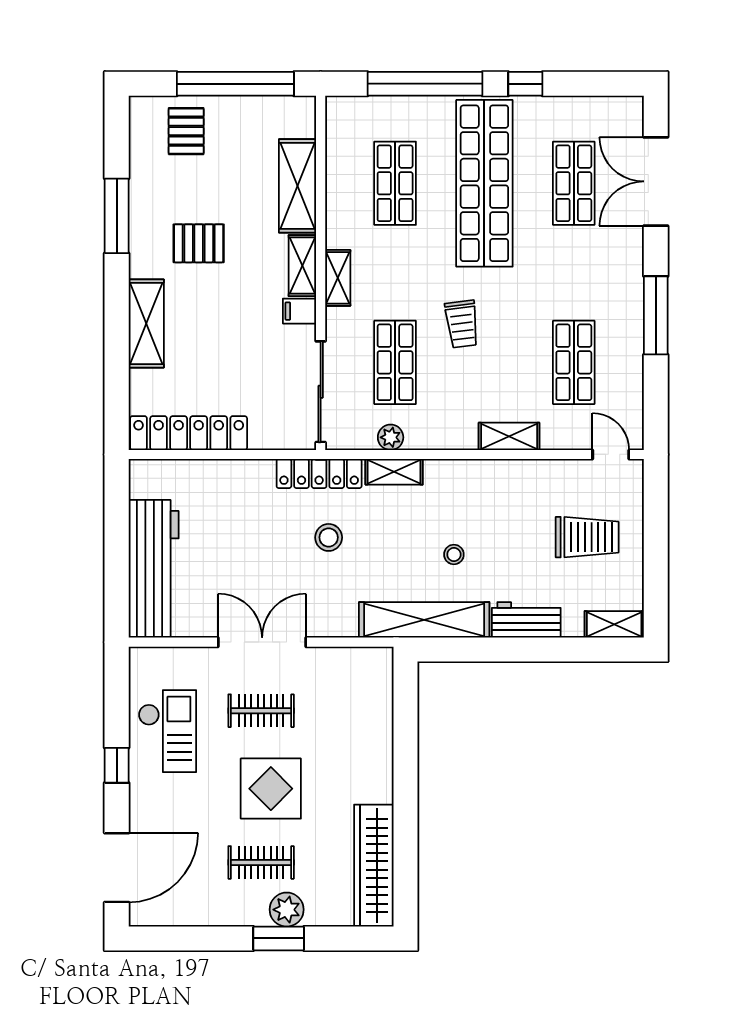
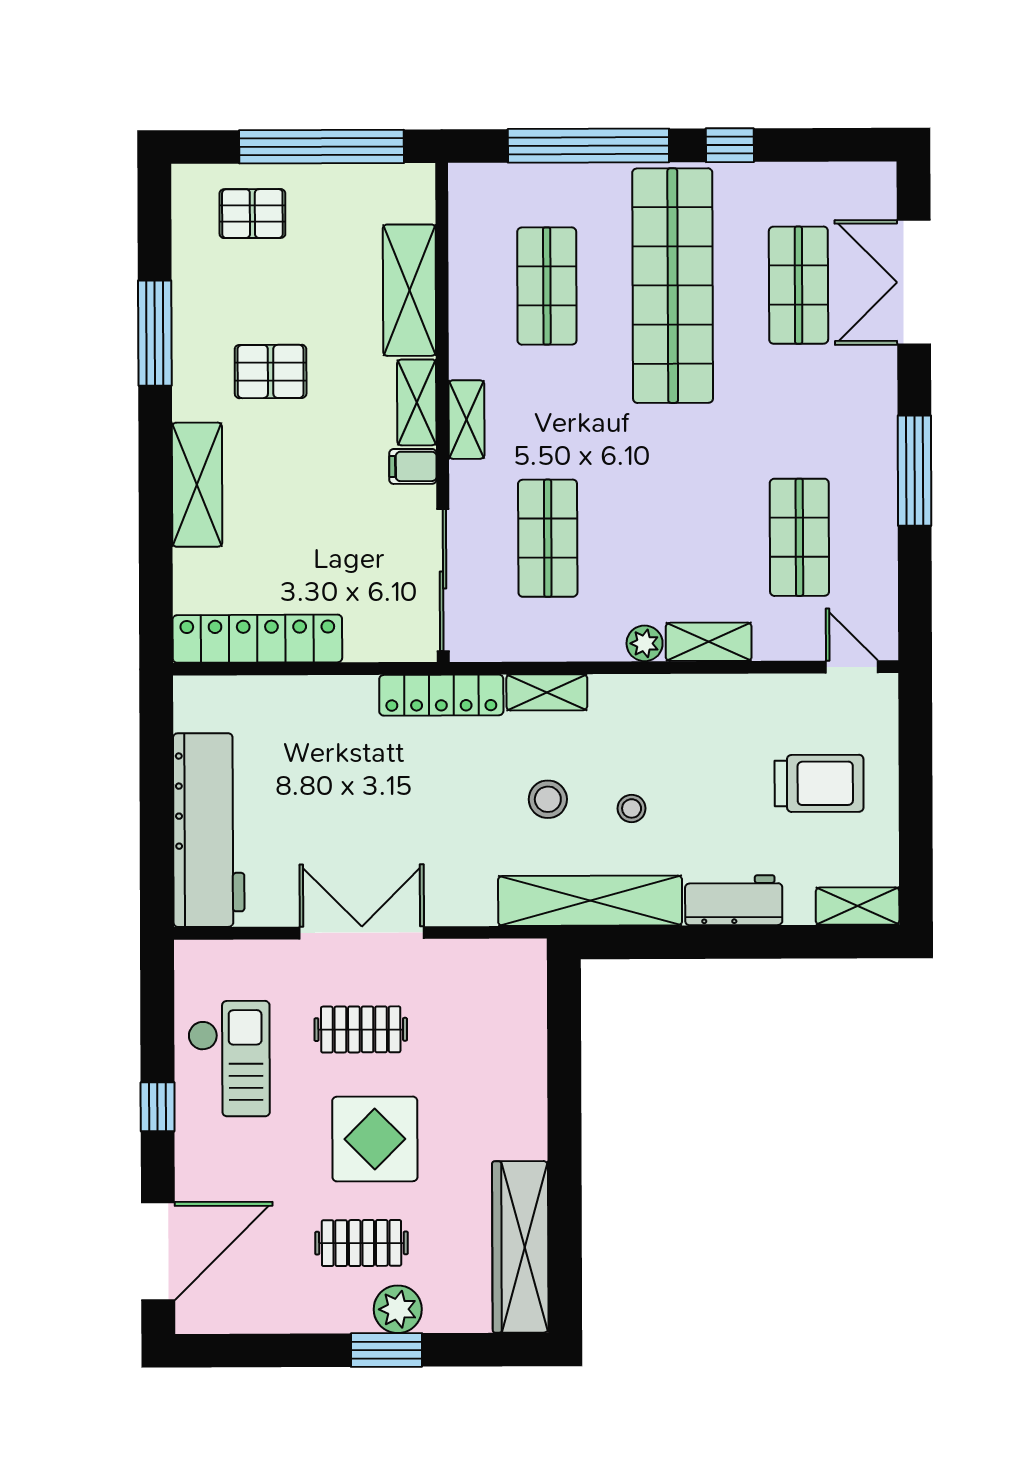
pallet: (186, 131) -> (252, 214), turned 90
trolley: (462, 324) -> (642, 484), removed
plant: (391, 437) -> (645, 643), moved
stool: (329, 537) -> (548, 799), moved

